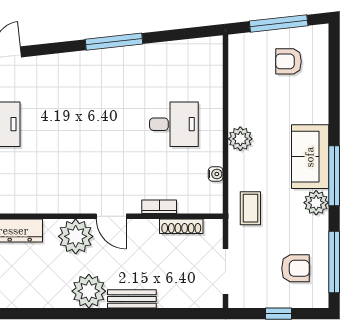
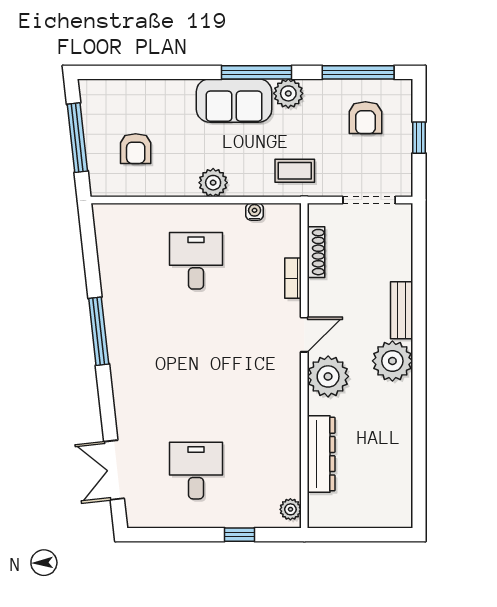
armchair: (289, 61) -> (136, 149), moved
armchair: (295, 268) -> (365, 118), turned 180

